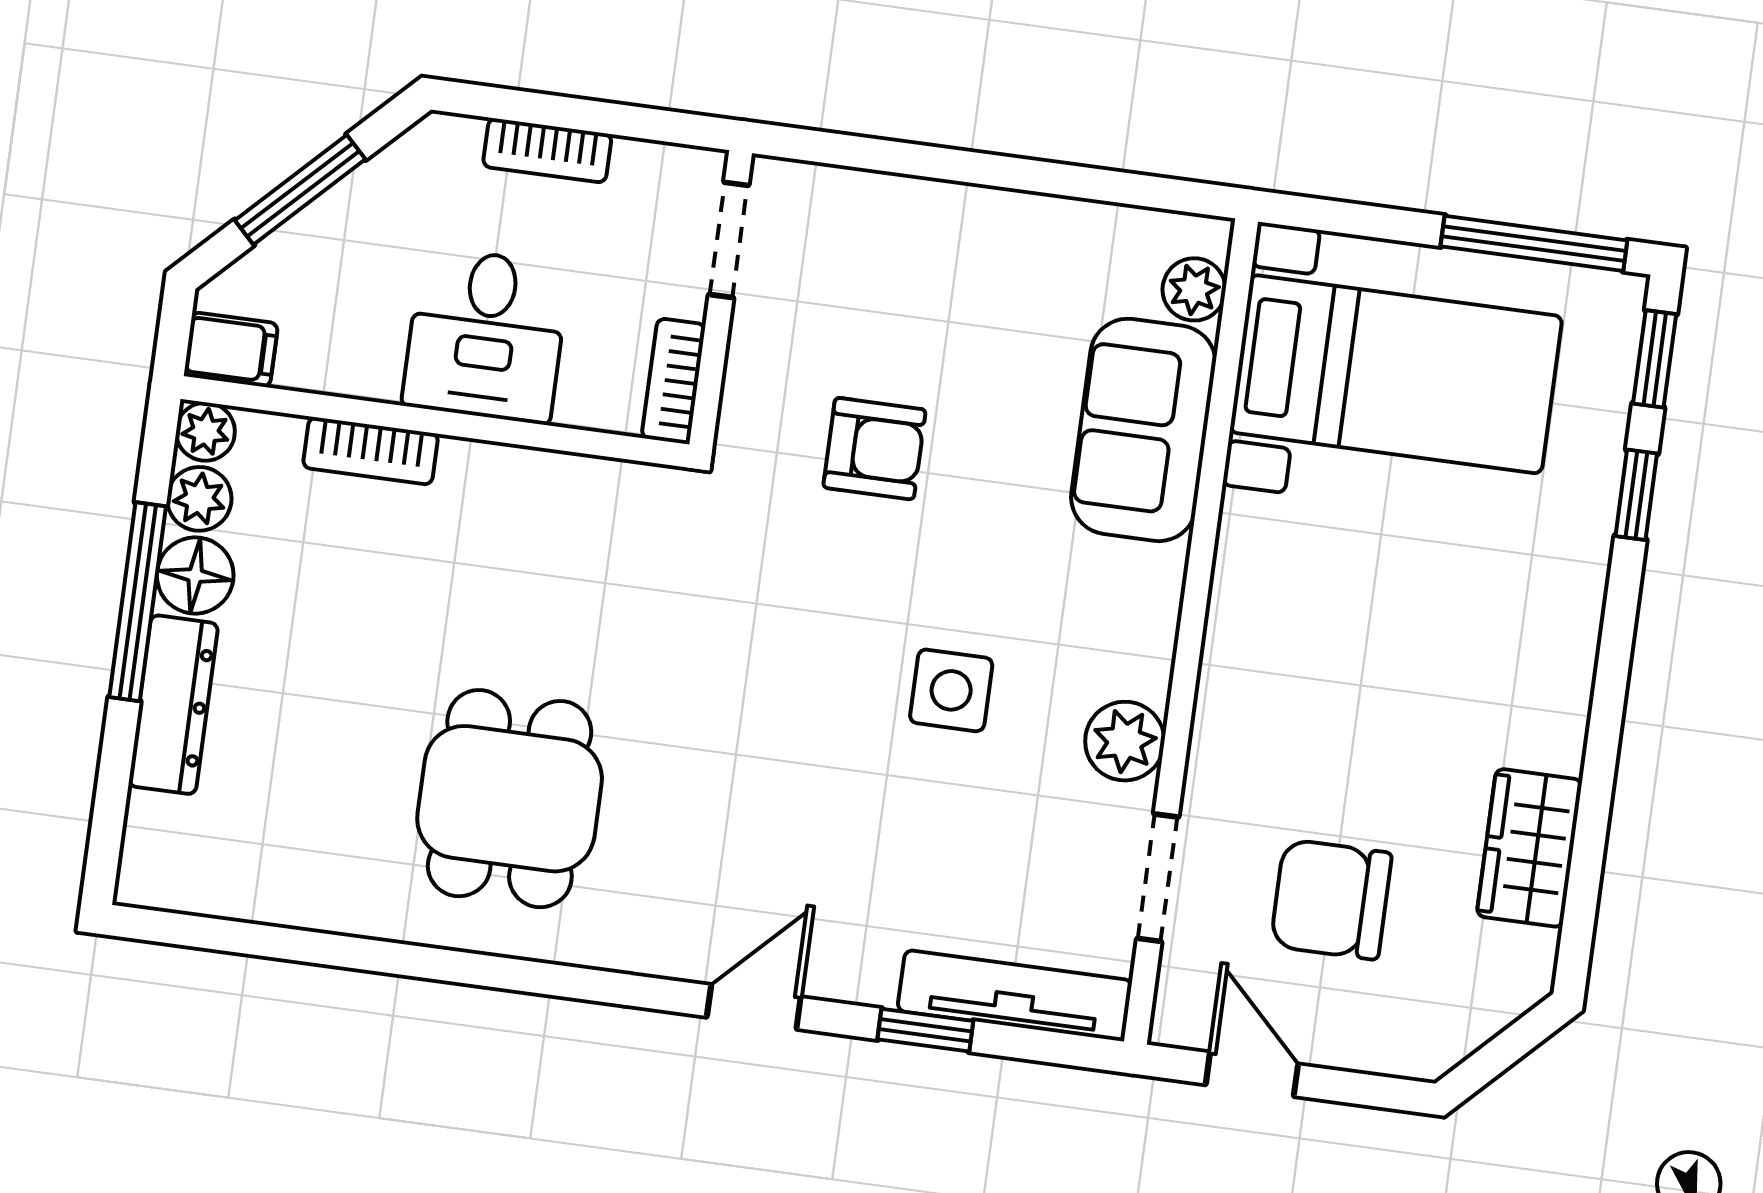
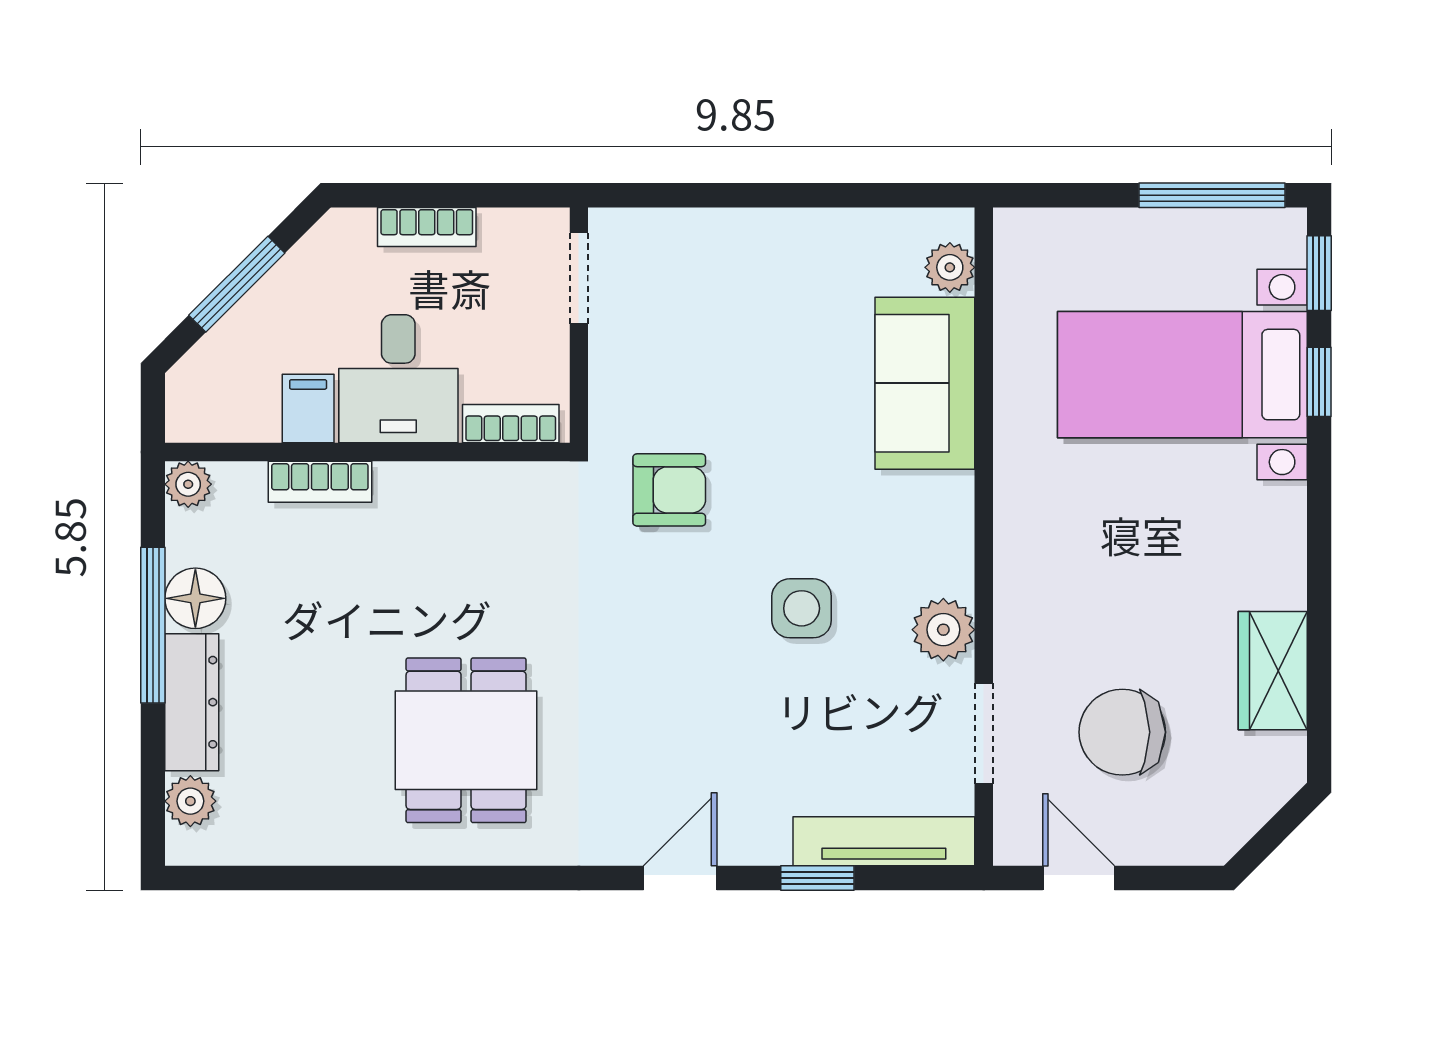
filing cabinet: (231, 350) -> (308, 409), moved, turned -90
bed with nightstands: (1396, 374) -> (1182, 375), moved, turned 180
bookcase: (674, 381) -> (511, 424), moved, turned 90
armchair: (874, 449) -> (669, 490), moved
plant: (199, 499) -> (190, 801), moved

